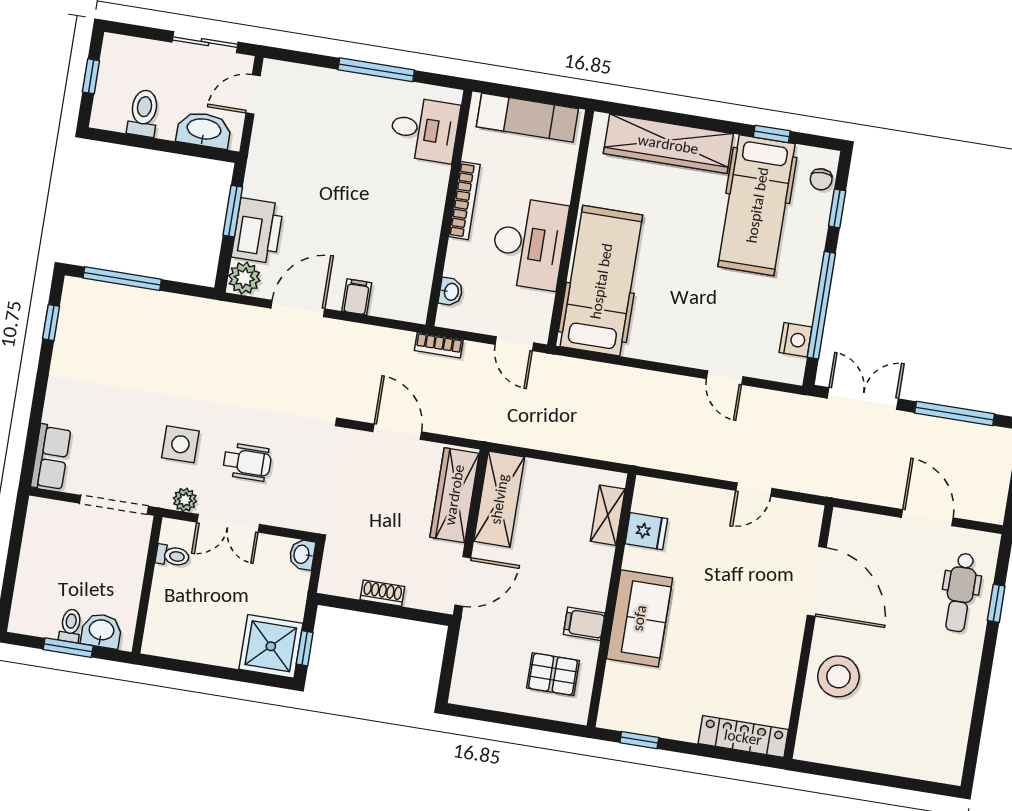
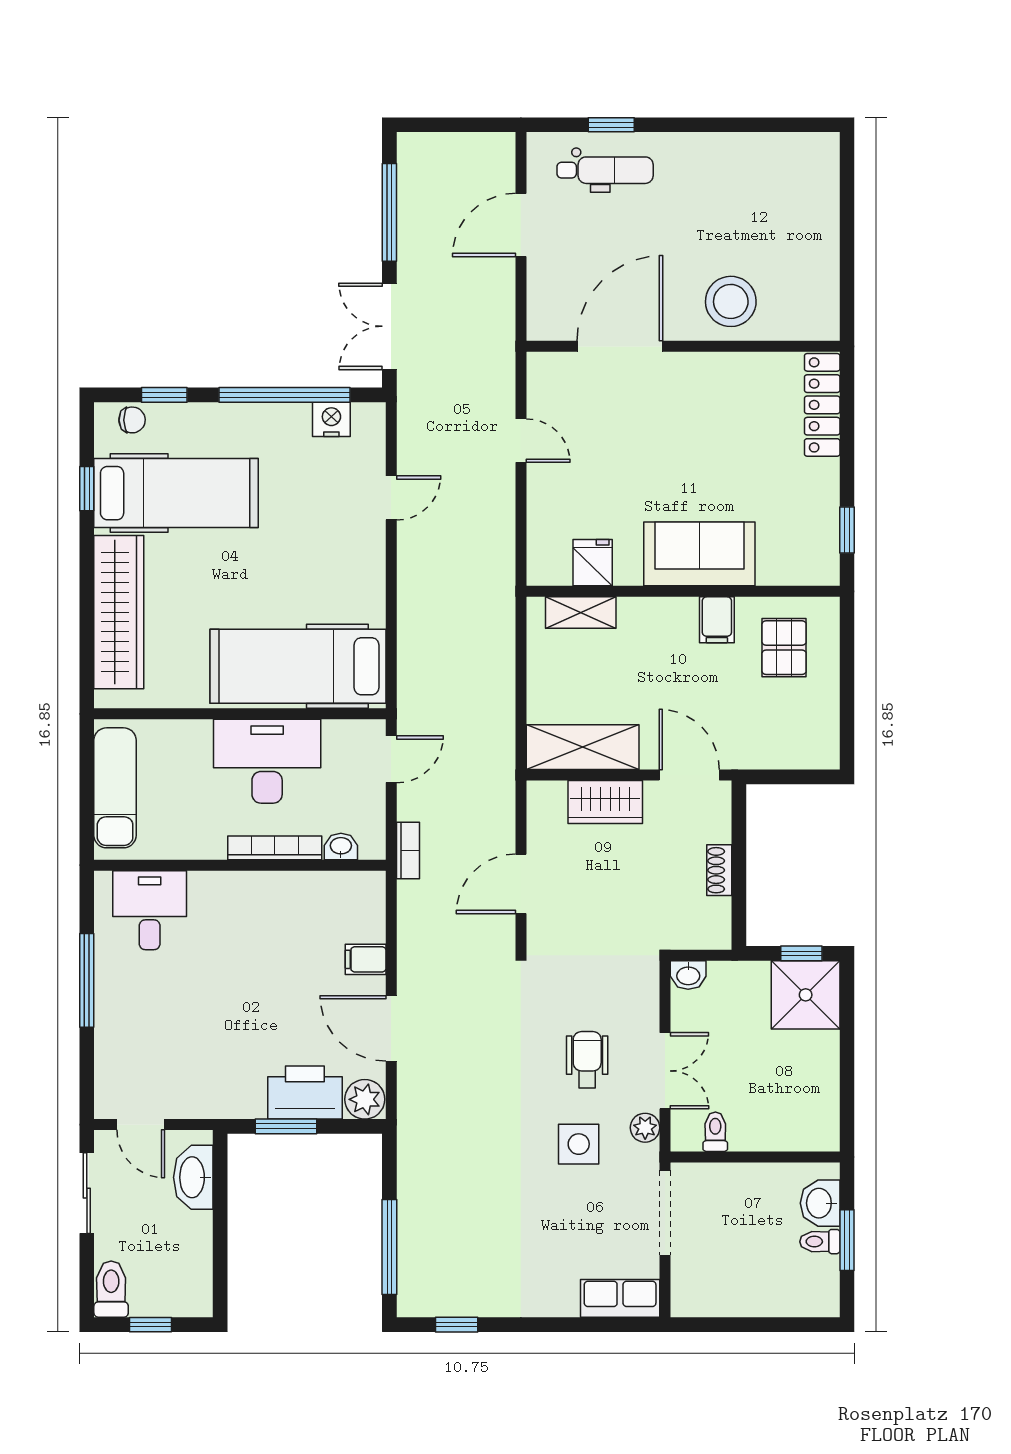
toilet: (143, 113) -> (111, 1289), moved, turned 90
bookcase: (464, 201) -> (275, 848), moved
wardrobe: (454, 495) -> (605, 802), width x0.67

